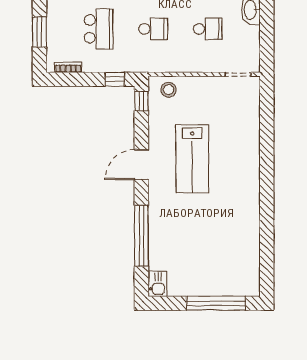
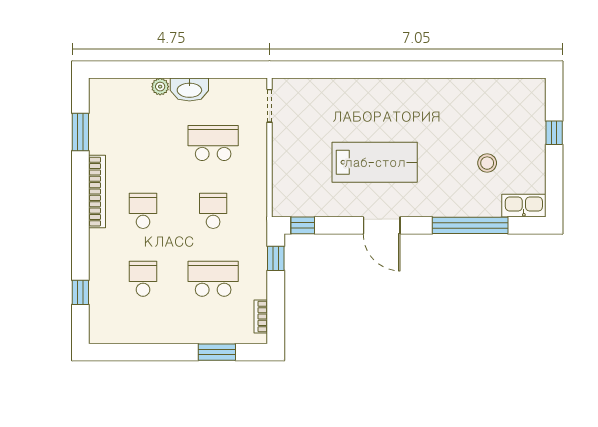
school desk: (208, 29) -> (213, 143), width x1.85
stool: (168, 90) -> (487, 163), moved
kitchen sink: (157, 284) -> (524, 206), width x1.38
window: (216, 303) -> (554, 133), width x0.32

